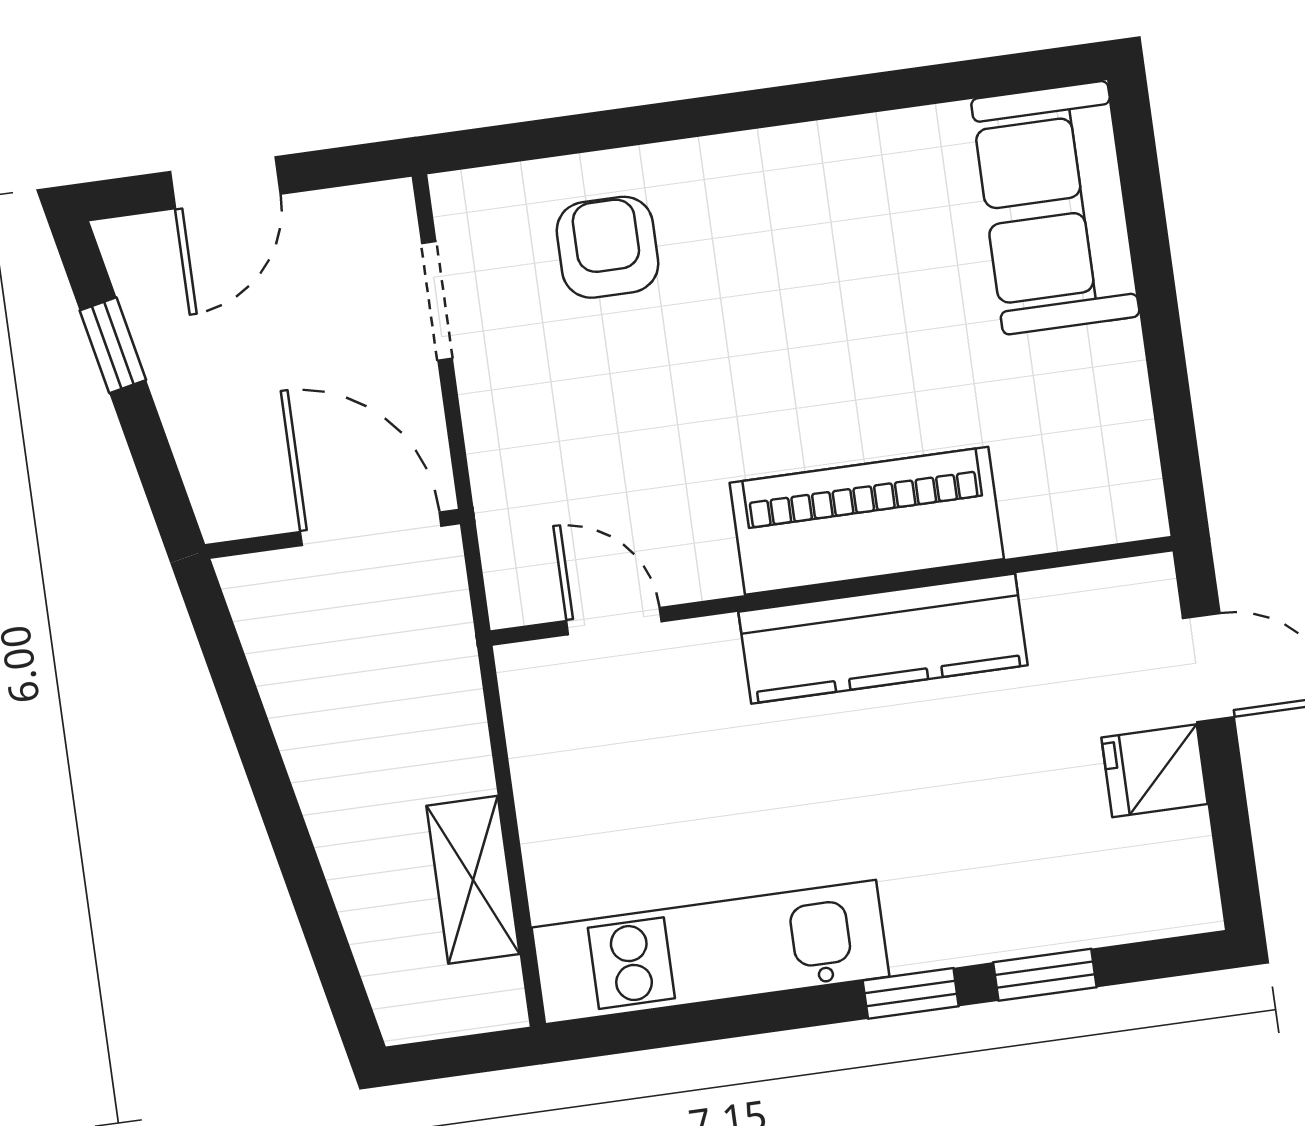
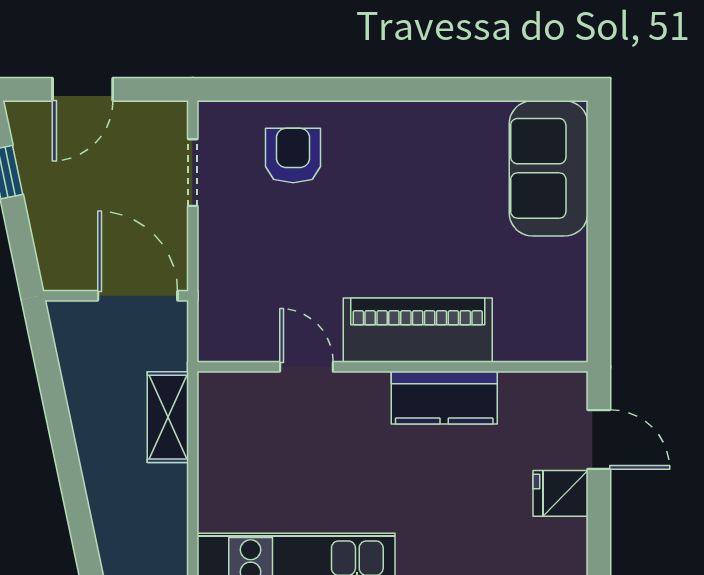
door: (614, 621) -> (306, 367), moved
kitchen counter: (883, 639) -> (444, 398), width x0.67
shelving: (473, 880) -> (168, 417), moved

